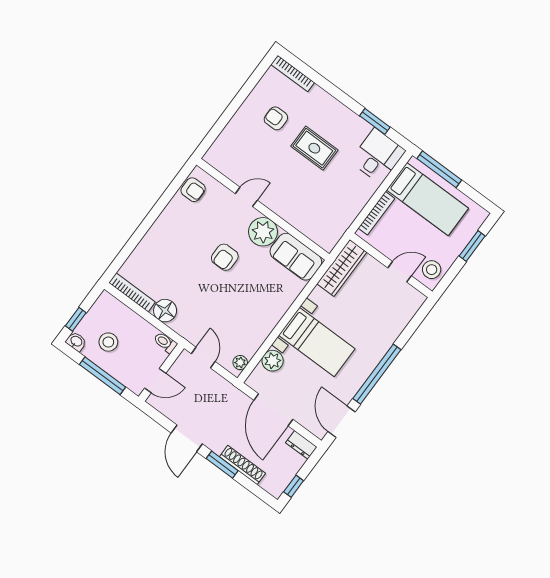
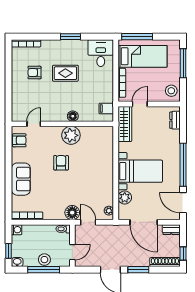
window: (375, 121) -> (70, 37), moved
door: (246, 197) -> (34, 124), moved
floor lamp: (283, 209) -> (73, 116), added
filing cabinet: (333, 231) -> (106, 109), added
window: (472, 246) -> (183, 63), width x1.44
armchair: (225, 257) -> (61, 163), turned 180
sofa: (296, 257) -> (21, 179), moved, turned -90
door: (400, 272) -> (140, 104), moved
washing machine: (106, 300) -> (17, 230), added
dresser: (409, 310) -> (175, 120), added
floor lamp: (165, 311) -> (72, 213), moved
stool: (108, 342) -> (44, 260), moved
shoe rack: (242, 465) -> (165, 262), moved

